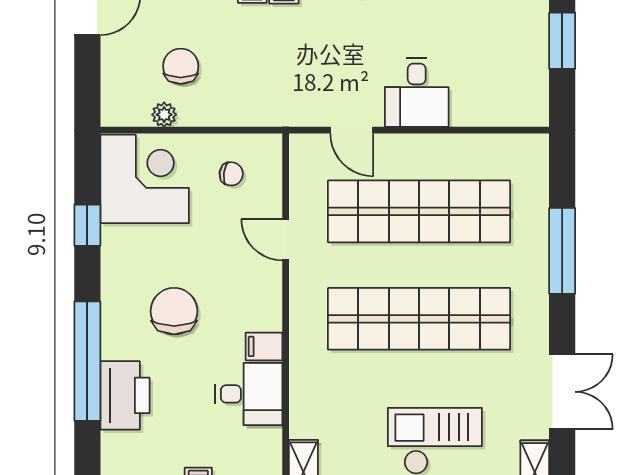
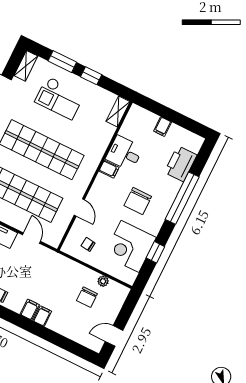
corner desk: (145, 179) -> (130, 246), moved
printer: (125, 395) -> (181, 164), moved

